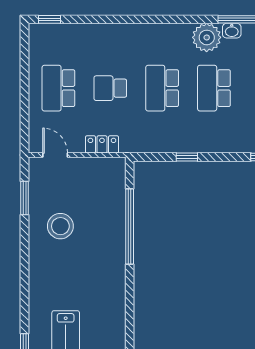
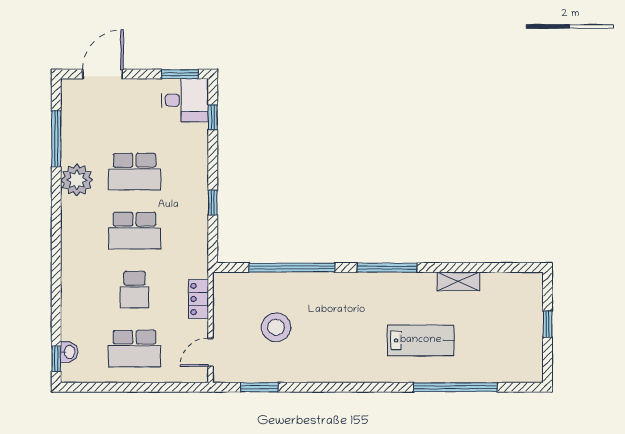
washbasin: (232, 31) -> (69, 352), moved
stool: (60, 226) -> (276, 327), moved
window: (130, 310) -> (387, 268), added

